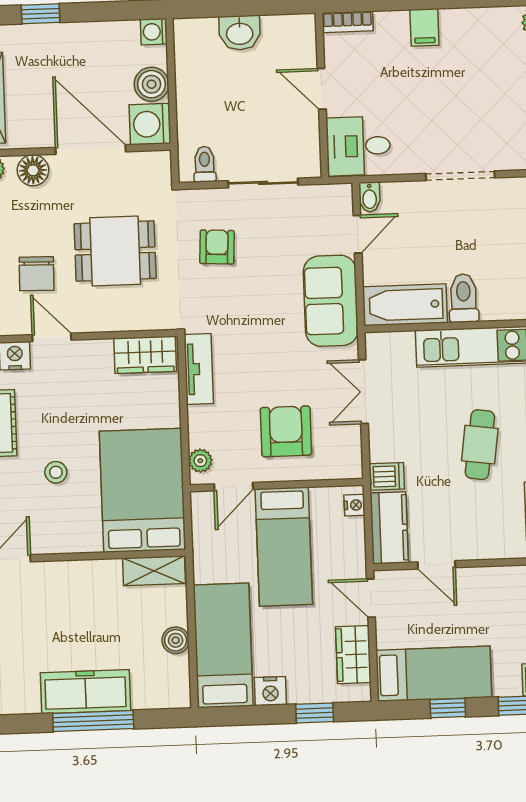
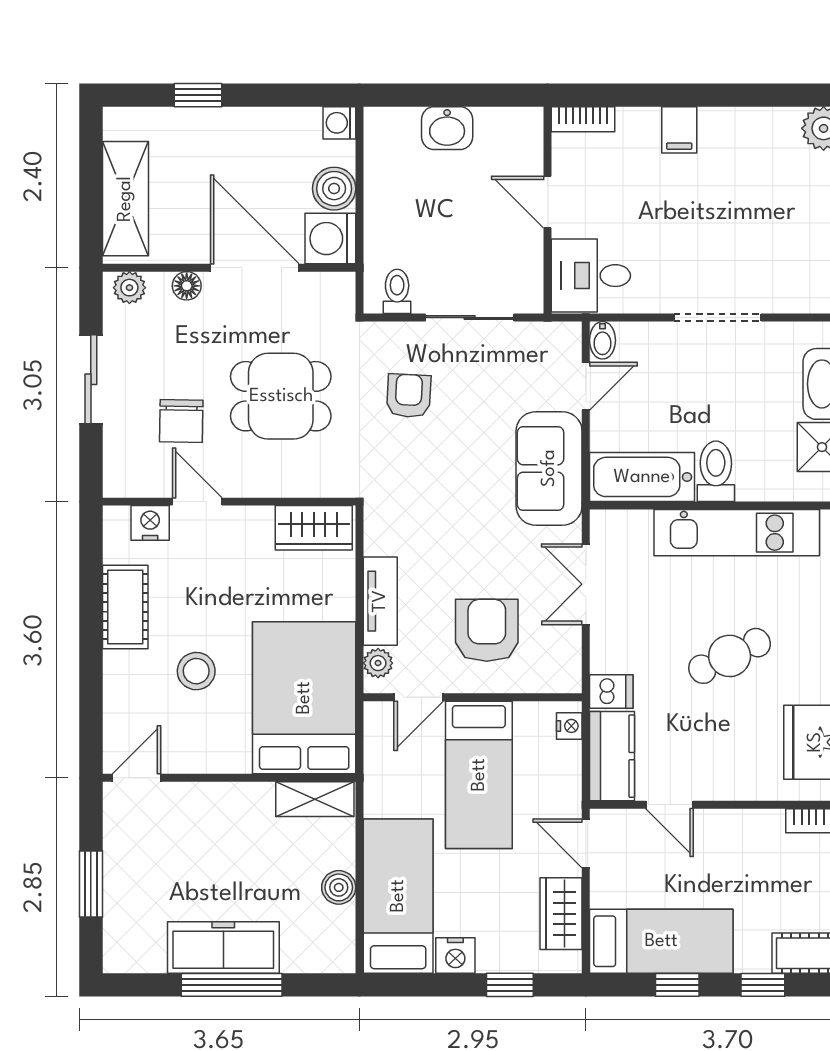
floor lamp: (33, 170) -> (187, 286), width x0.73, depth x0.73
tv unit: (199, 369) -> (380, 601), moved
cafe table: (480, 445) -> (730, 656), turned 56
stool: (56, 472) -> (196, 671), width x1.37, depth x1.37

